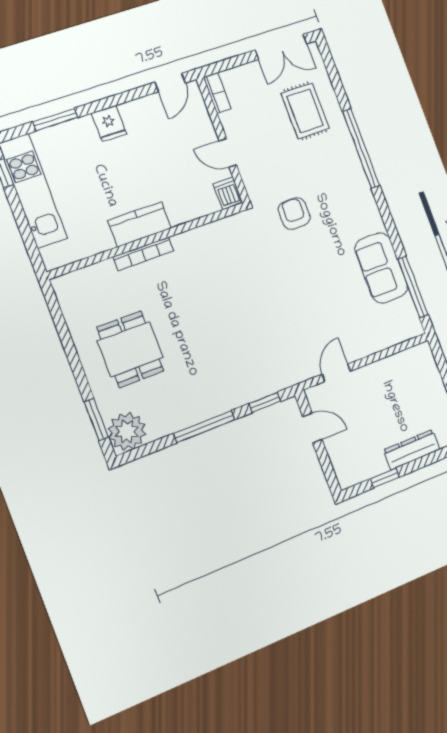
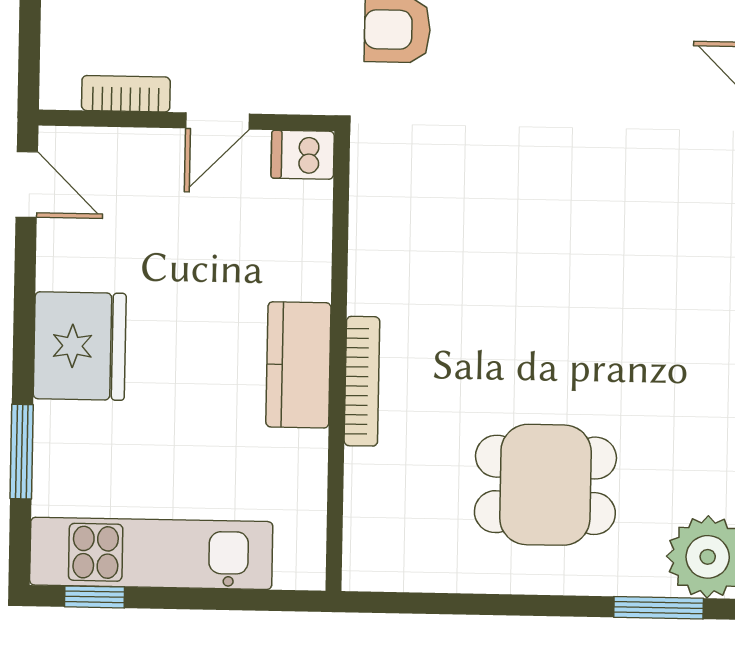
bookcase: (217, 93) -> (126, 94), moved
fridge: (109, 124) -> (80, 346), width x1.88, depth x1.34

